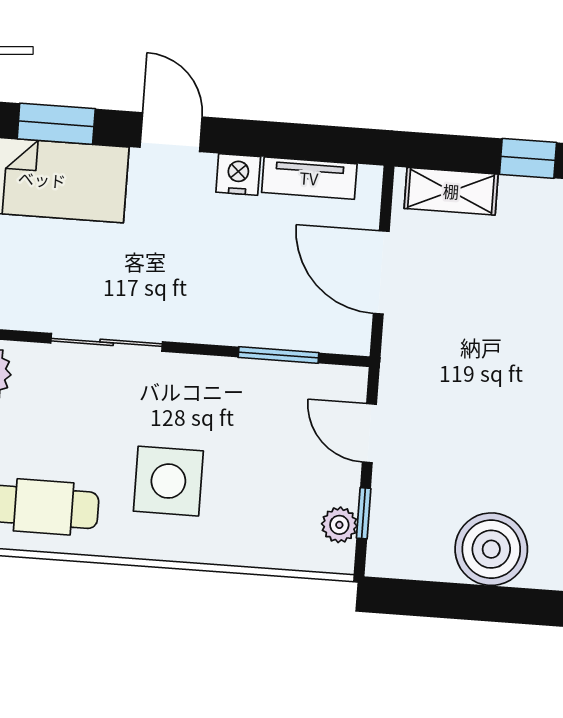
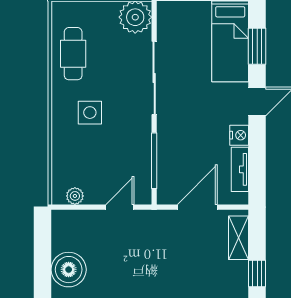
sliding door: (107, 342) -> (154, 78), width x1.37
window: (278, 355) -> (154, 161), width x1.44
side table: (168, 481) -> (90, 113), width x0.73, depth x0.73
window: (364, 513) -> (81, 207), removed

